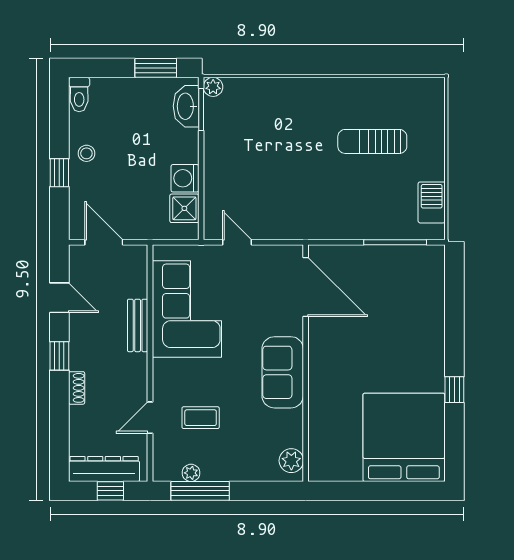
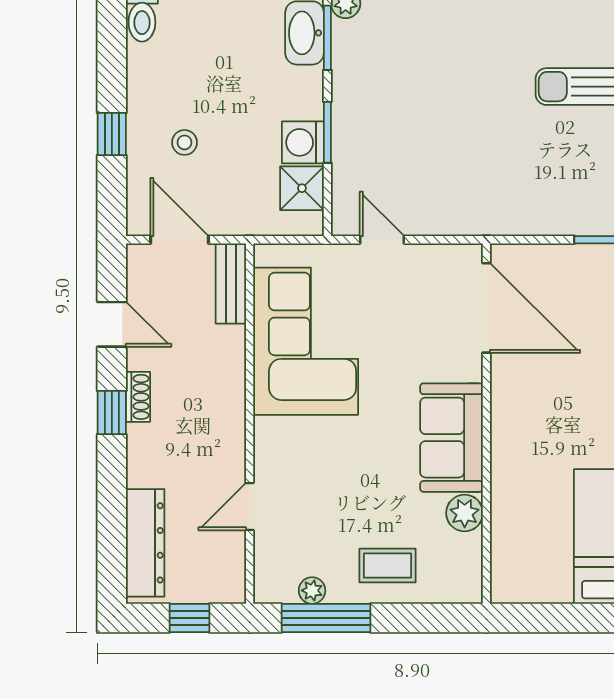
stool: (86, 153) -> (184, 142), moved
window: (201, 172) -> (327, 132), added
bench: (138, 325) -> (231, 283), moved
shoe rack: (77, 388) -> (138, 397), moved
coffee table: (201, 418) -> (388, 566), moved
plant: (291, 461) -> (465, 513), moved
dresser: (104, 469) -> (145, 543), moved, turned 90

